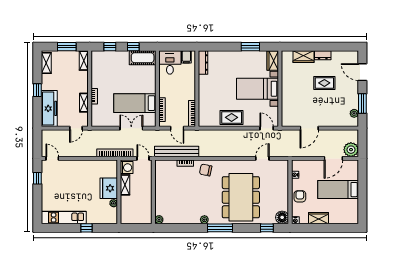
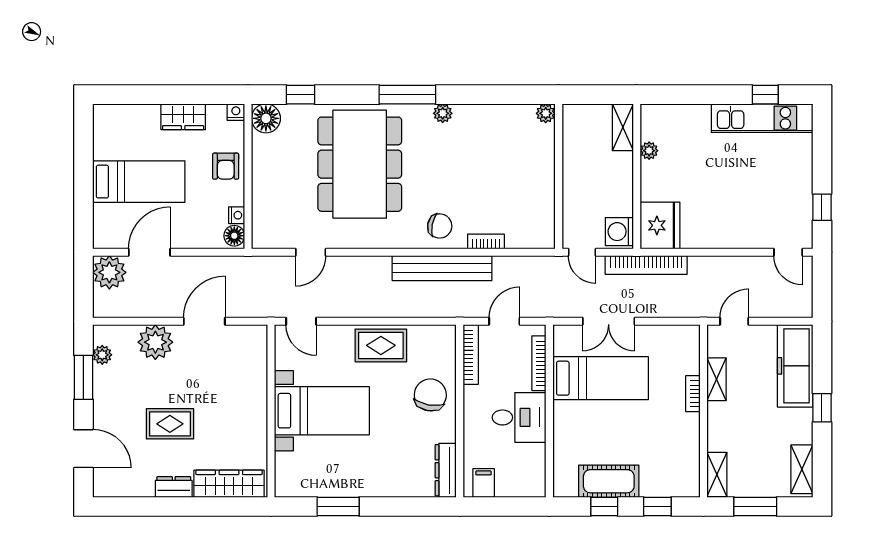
wardrobe: (304, 57) -> (229, 484), width x1.50
cot: (143, 58) -> (609, 481), moved
wardrobe: (273, 61) -> (287, 475), removed
desk: (170, 62) -> (519, 417), moved, turned -90
chair: (210, 96) -> (430, 395), added
plant: (331, 119) -> (155, 342), added
door: (177, 128) -> (504, 321), hinge flipped
bench: (177, 151) -> (442, 268), moved
floor lamp: (296, 166) -> (234, 236), added
shelving: (125, 185) -> (623, 127), moved
fridge: (109, 188) -> (660, 225), moved
window: (86, 228) -> (765, 95), moved

